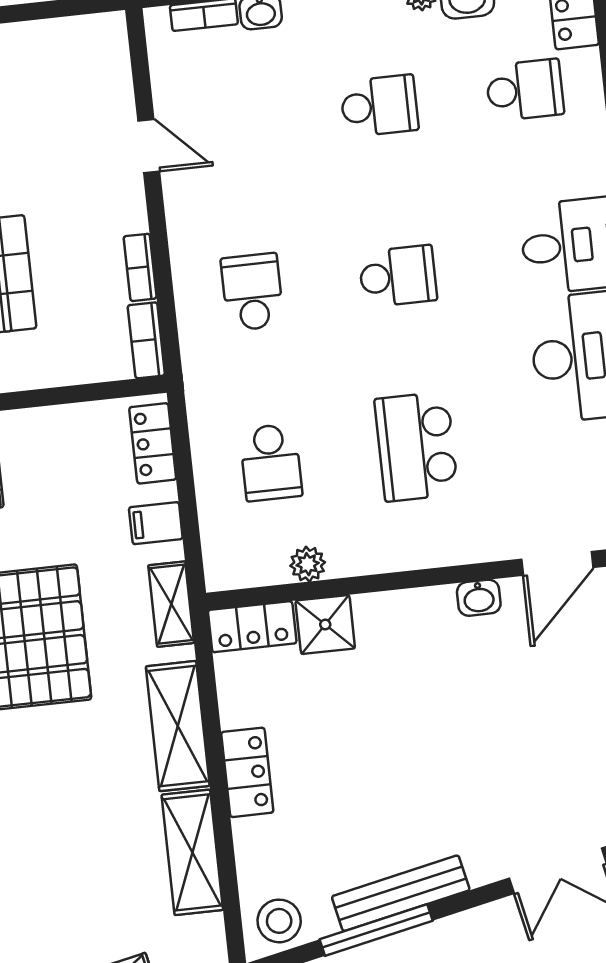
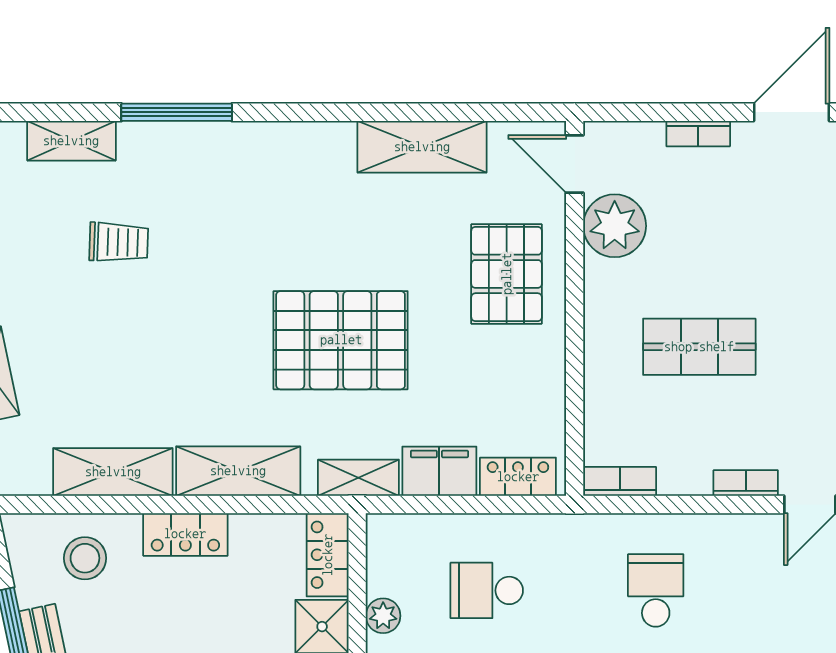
bookcase: (140, 267) -> (746, 483), moved
school desk: (252, 292) -> (656, 590), turned -90
filing cabinet: (156, 523) -> (439, 471), width x2.00
stool: (279, 921) -> (85, 558), moved

